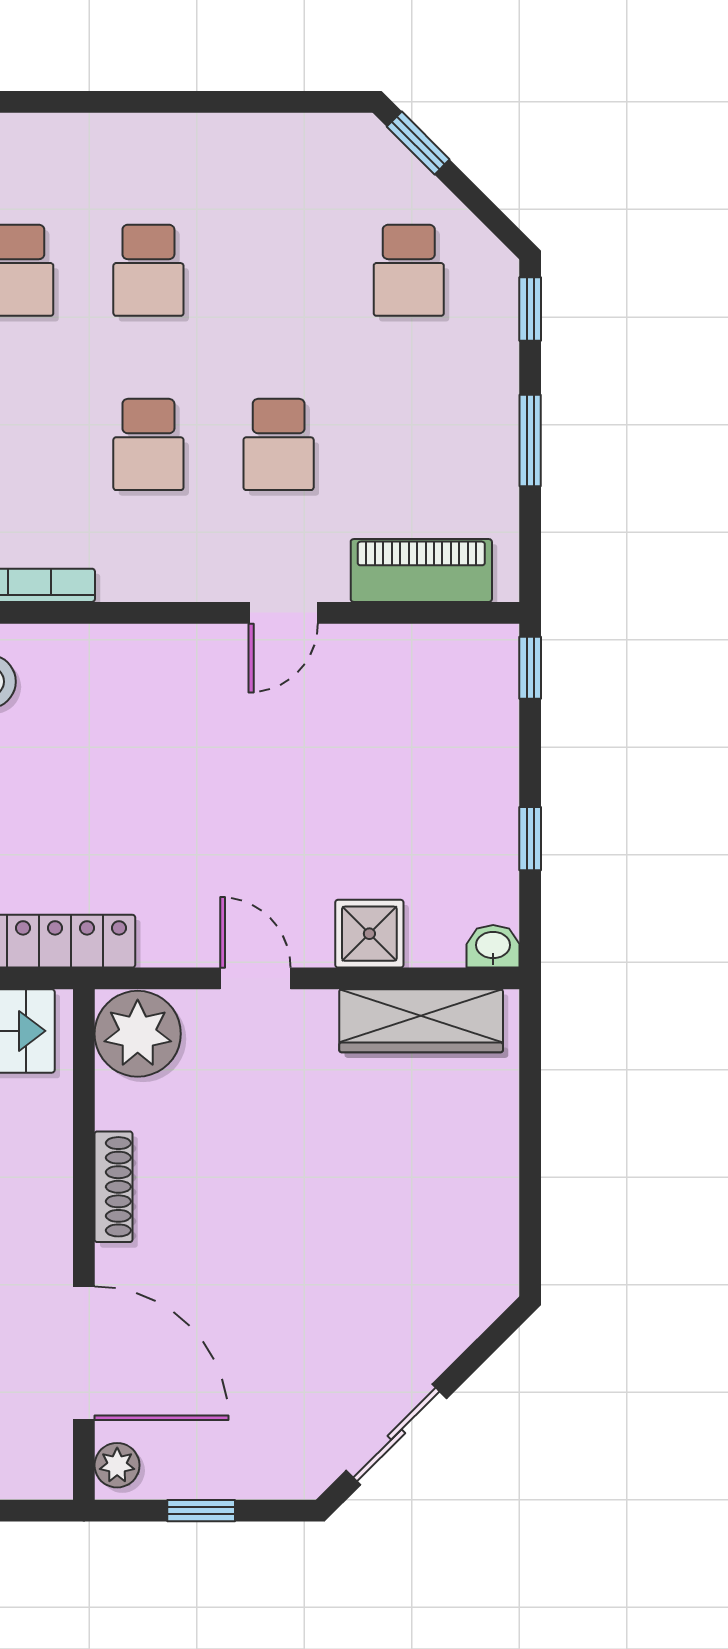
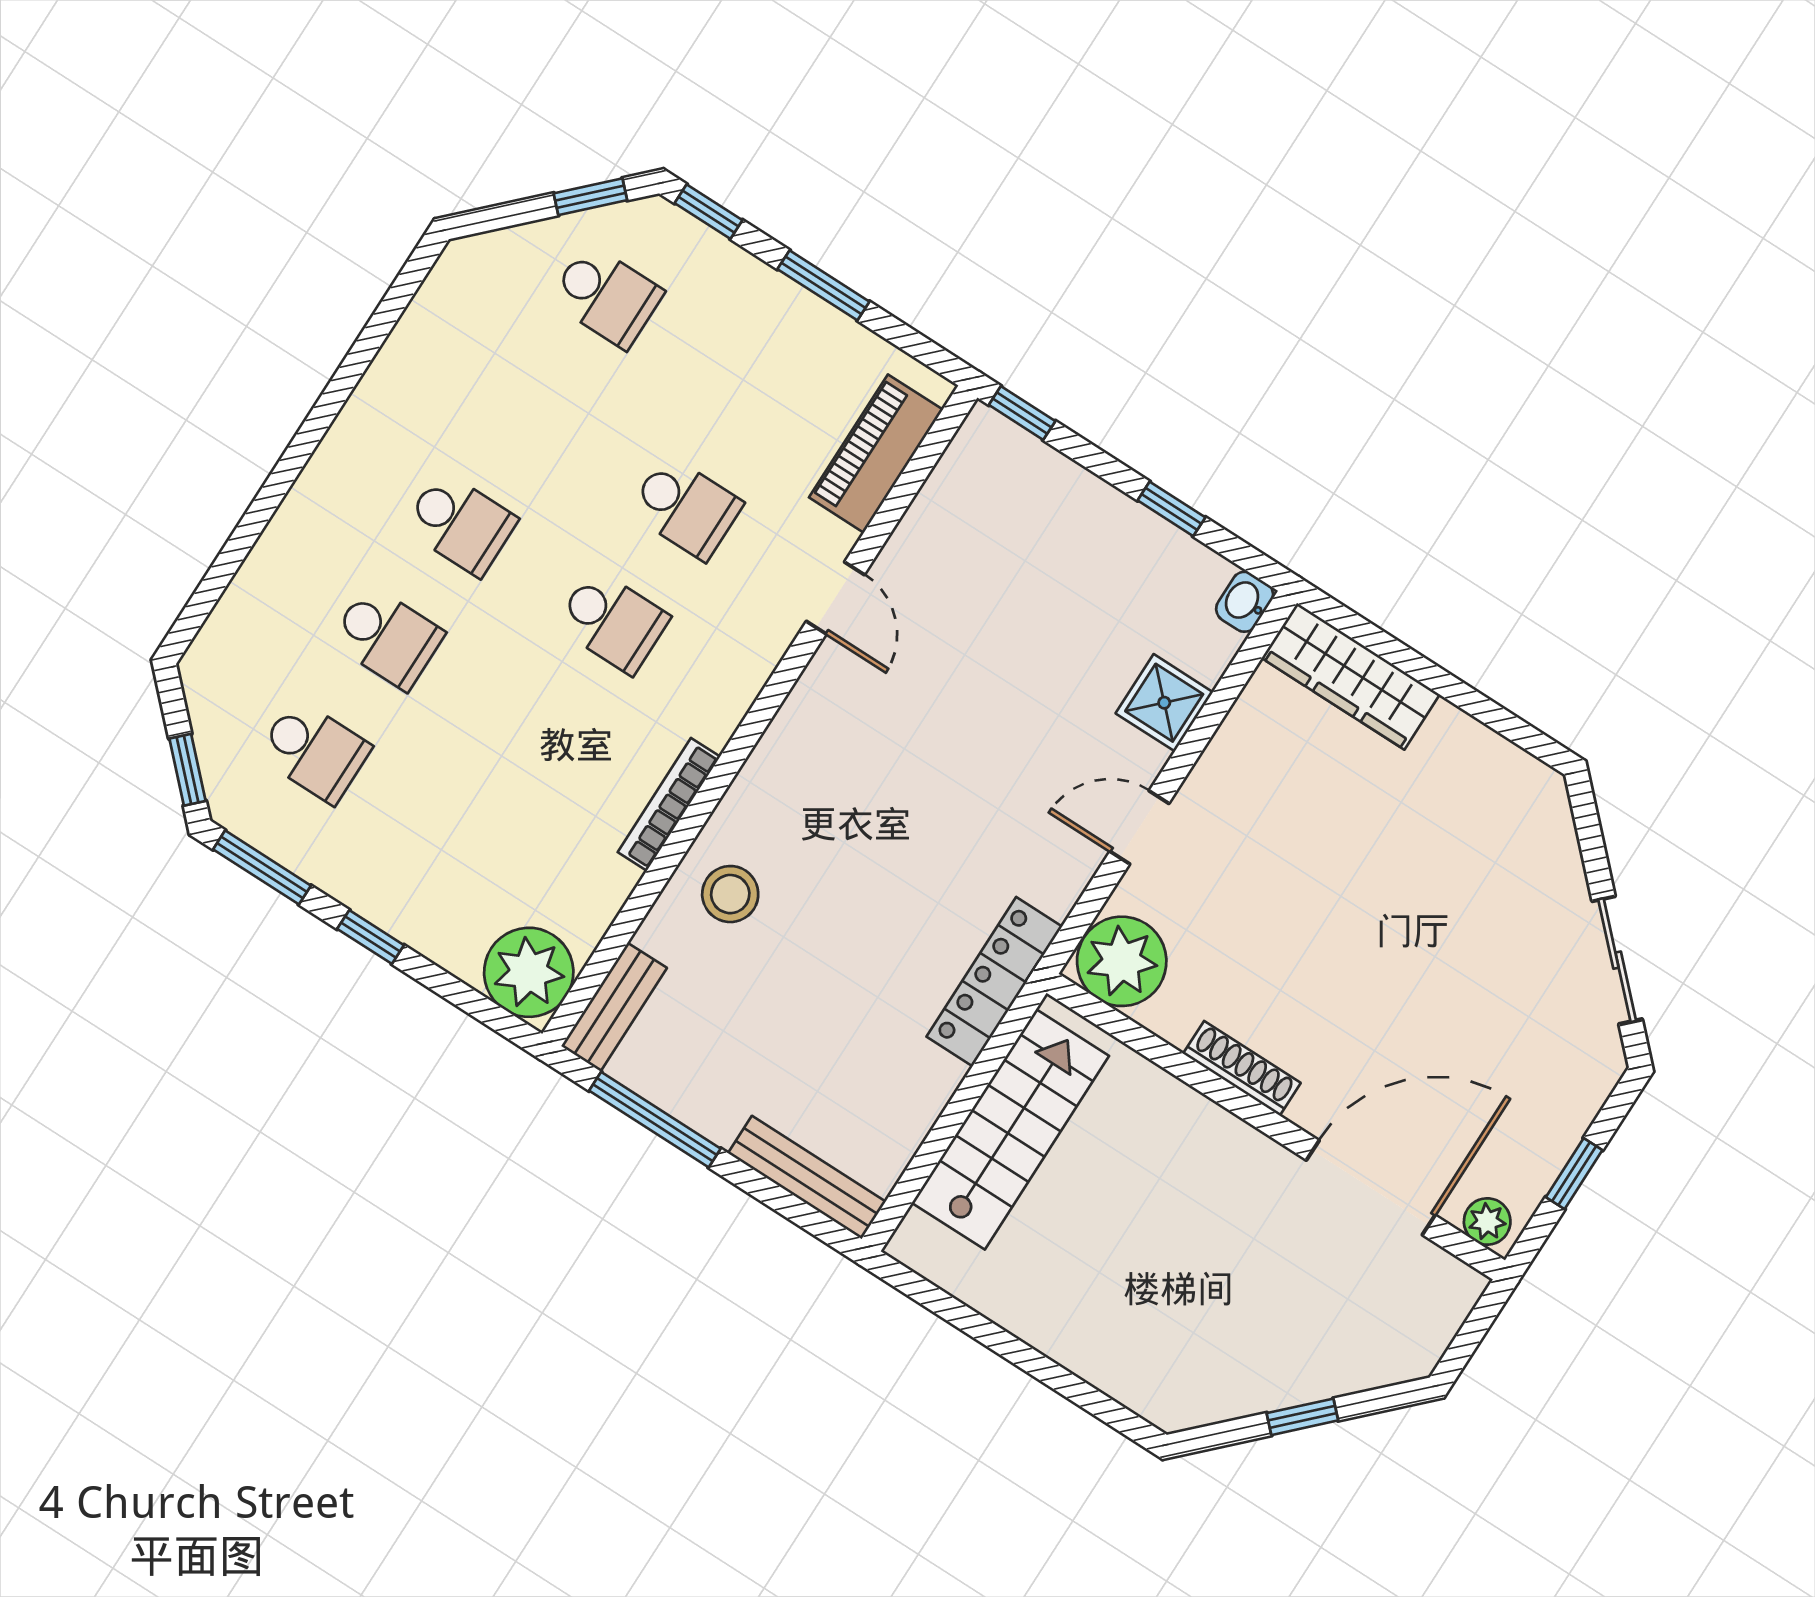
window: (418, 143) -> (590, 197), moved
wardrobe: (421, 1021) -> (1351, 676), moved, turned 90

